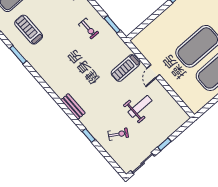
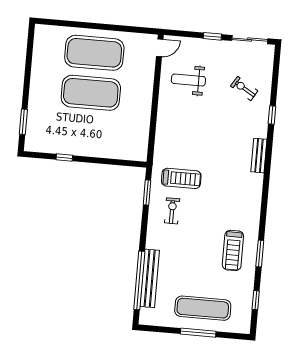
treadmill: (29, 30) -> (233, 250), moved
treadmill: (125, 68) -> (181, 178), moved
door: (153, 71) -> (160, 48), moved
weight bench: (140, 106) -> (188, 80), moved

